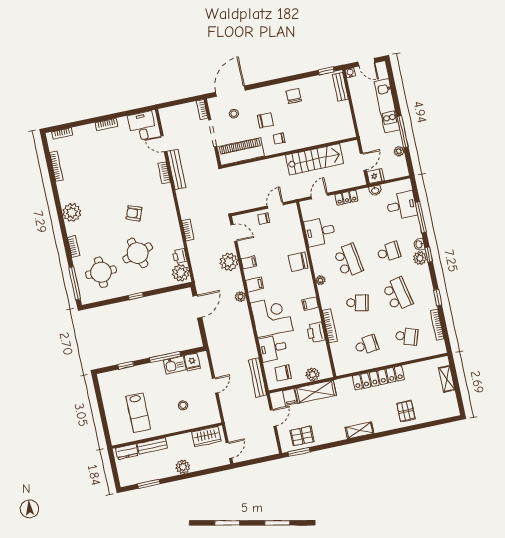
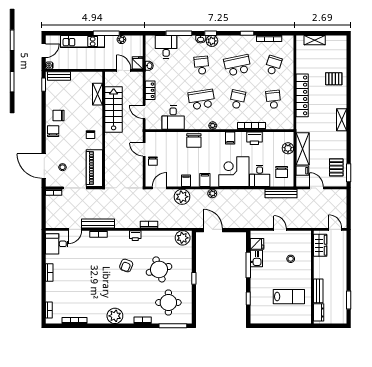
chair: (265, 120) -> (53, 131), moved
shelving: (329, 137) -> (97, 94), added
printer: (180, 256) -> (135, 236), moved
plant: (183, 467) -> (341, 270), removed

